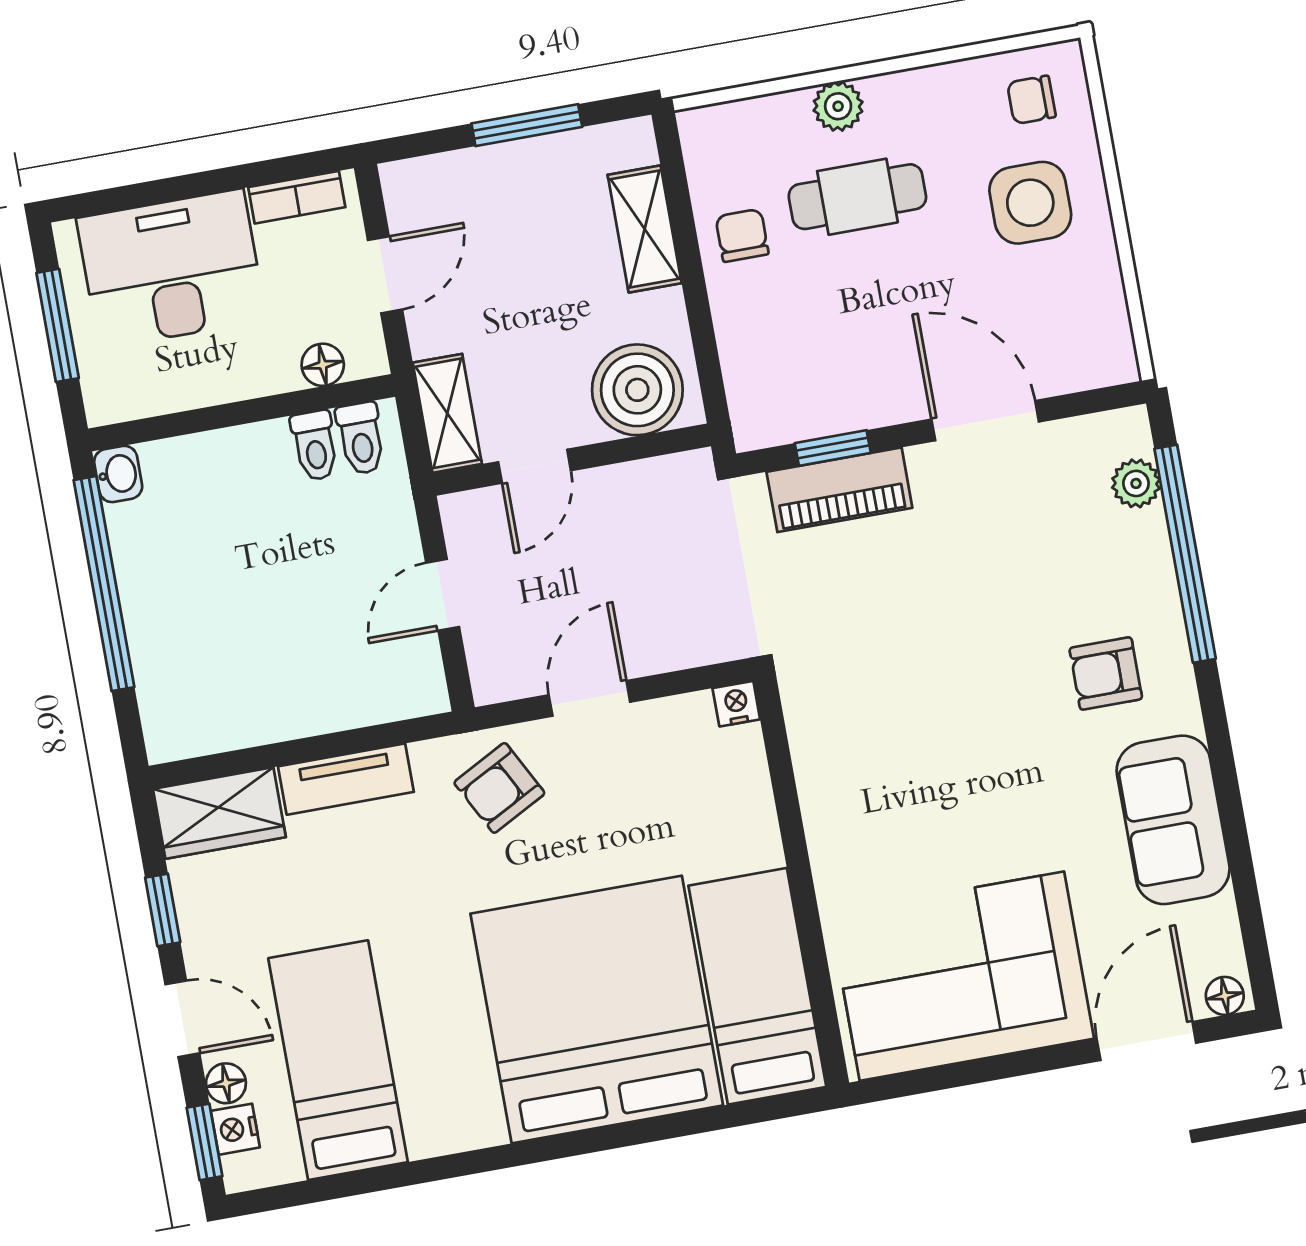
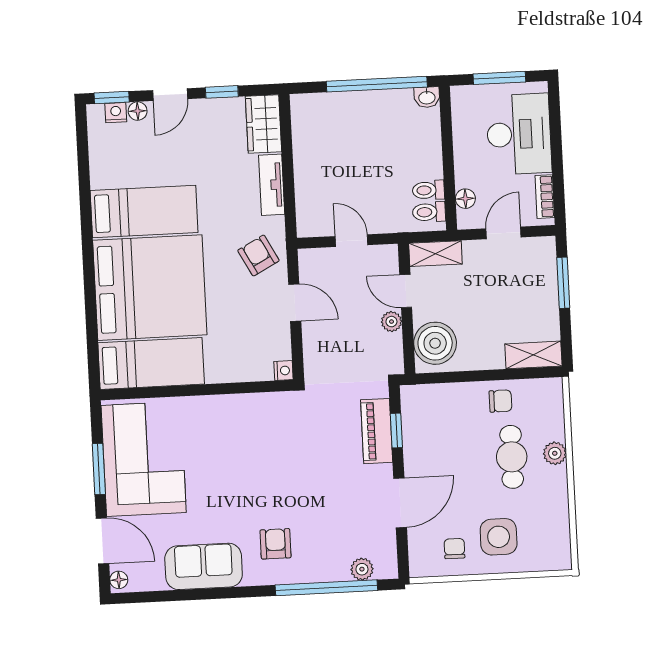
chair: (1031, 100) -> (454, 549), moved
window: (527, 125) -> (563, 283), moved
shelving: (645, 229) -> (533, 355), moved
door: (385, 275) -> (503, 233), swing flipped
plant: (603, 488) -> (391, 322), added
bed: (338, 1060) -> (144, 212), moved
window: (995, 1068) -> (99, 469), added

